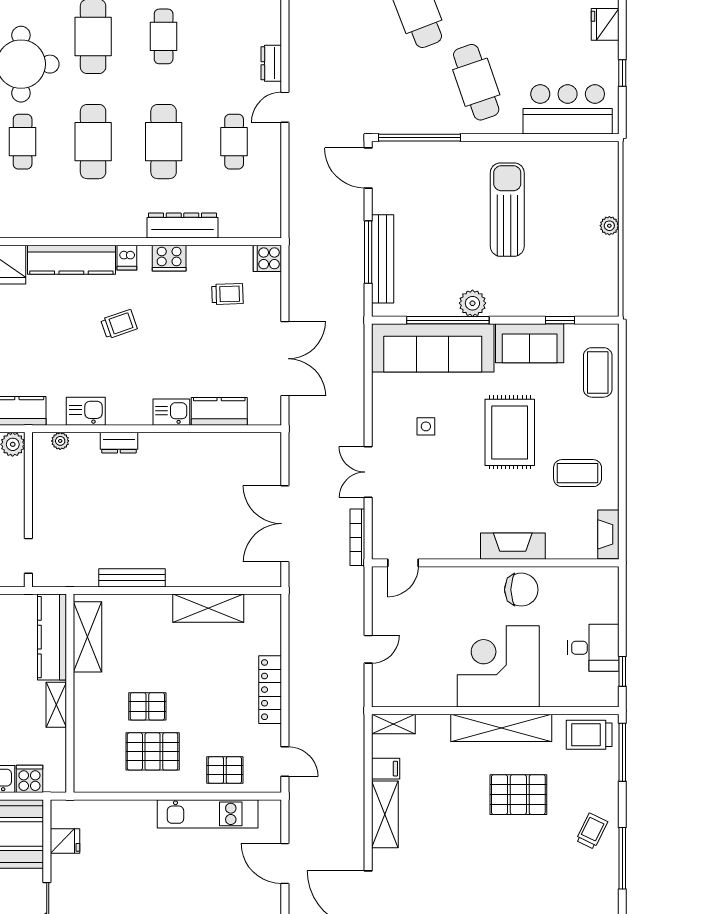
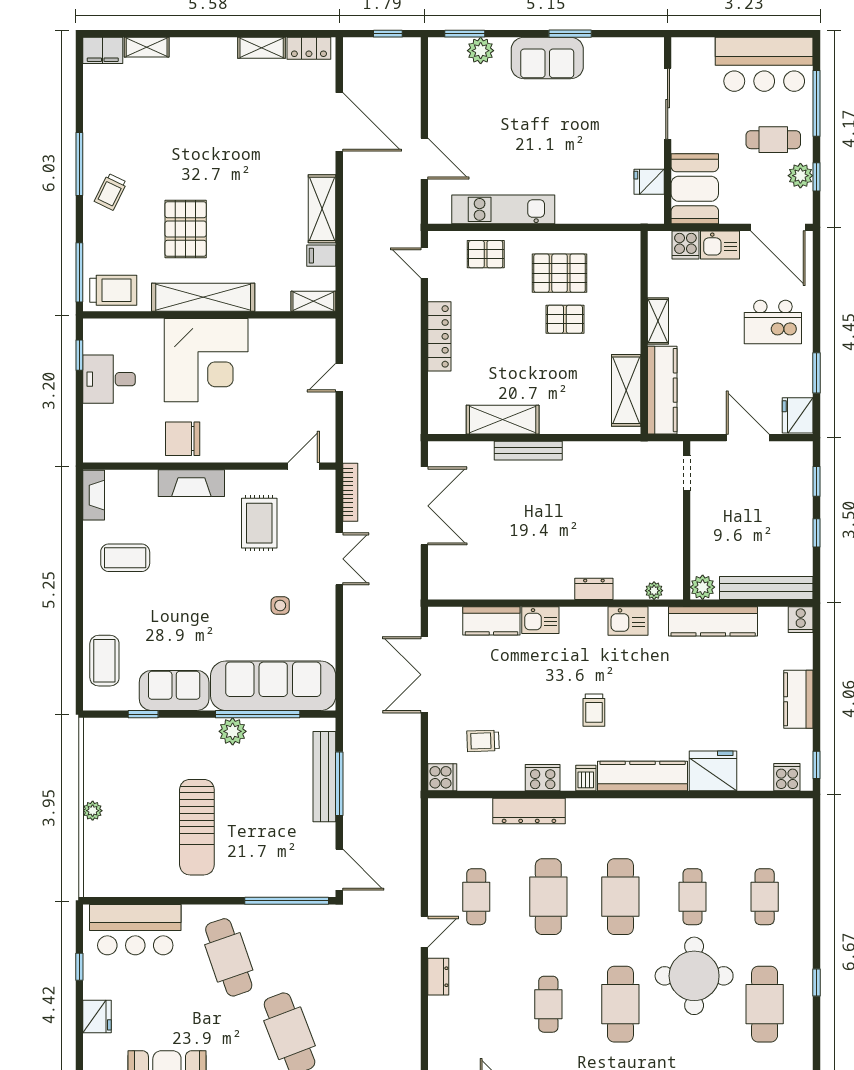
trolley: (119, 324) -> (594, 710), turned -71
rug: (510, 432) -> (259, 523), moved, width x0.73, depth x0.70
bench: (132, 578) -> (528, 451), moved
pallet: (518, 795) -> (186, 229), turned 90

